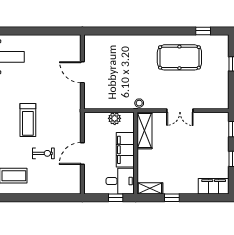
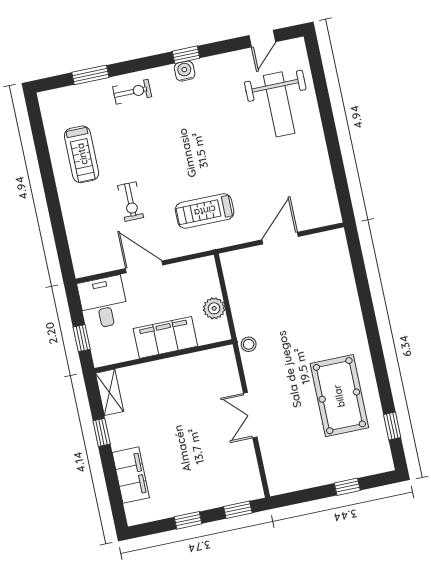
treadmill: (28, 120) -> (205, 211), moved
shelving: (145, 131) -> (204, 363), removed
desk: (120, 181) -> (103, 303), moved, turned 180
filing cabinet: (214, 186) -> (131, 475), moved

